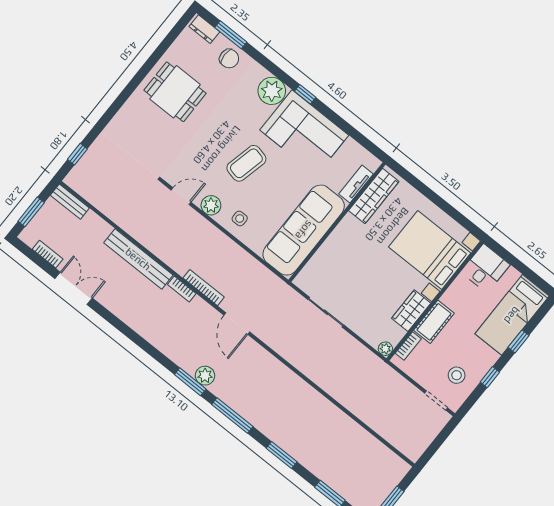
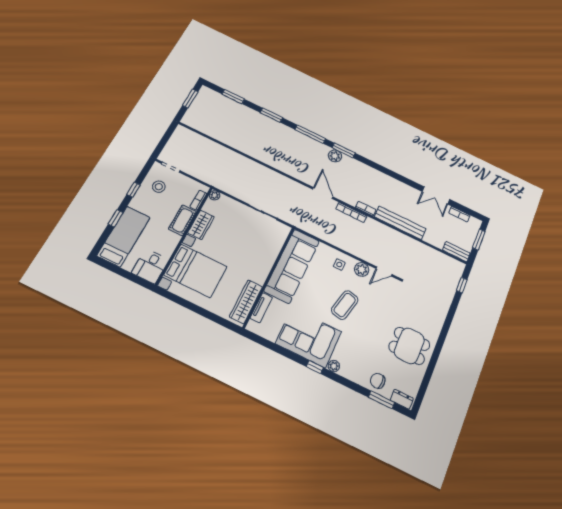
plant: (272, 91) -> (334, 366), width x0.53, depth x0.53

